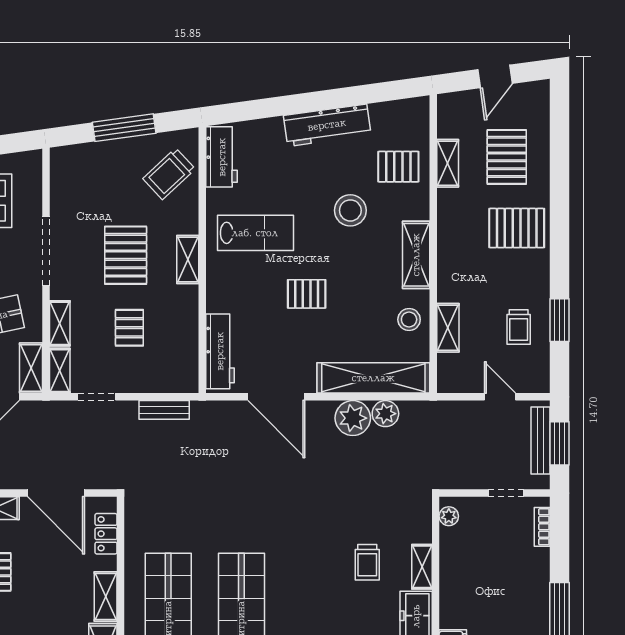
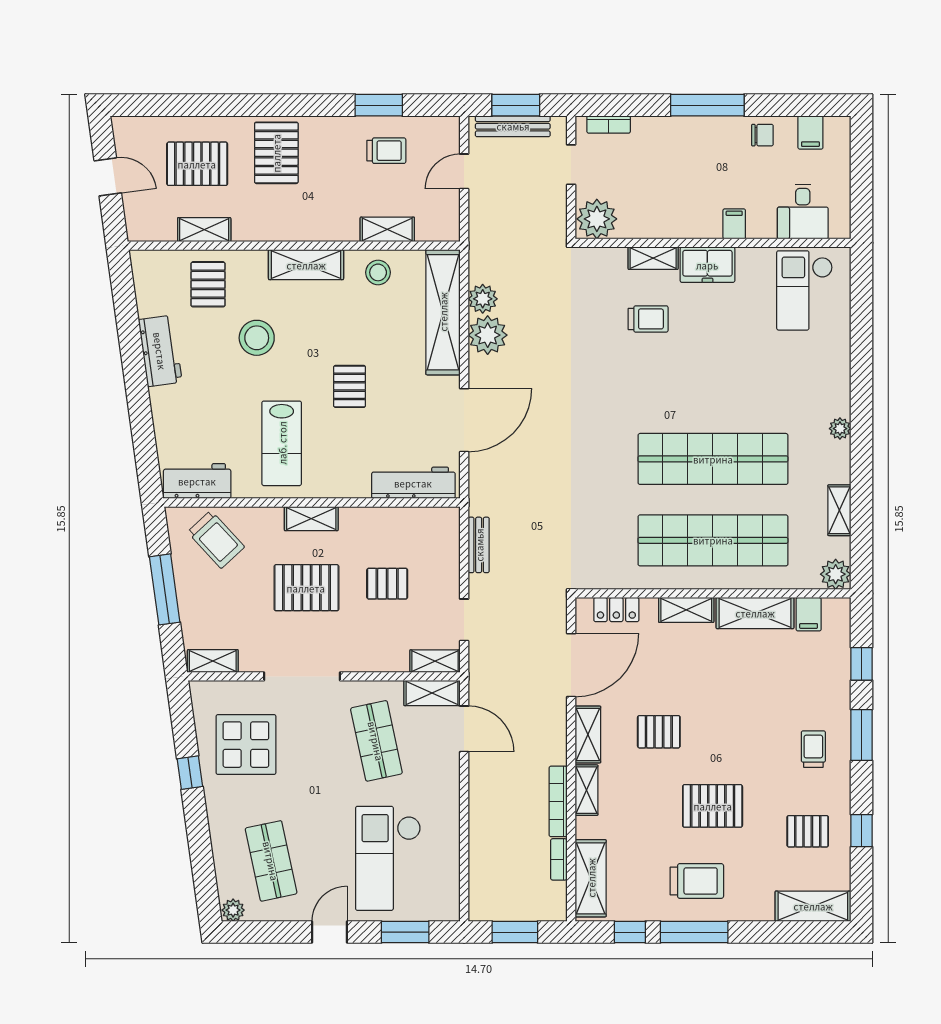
workbench: (327, 125) -> (160, 351), width x0.73
lab bench: (255, 233) -> (282, 443), turned 180
shelving: (60, 323) -> (213, 661), moved
plant: (449, 516) -> (597, 219), width x1.88, depth x1.88

